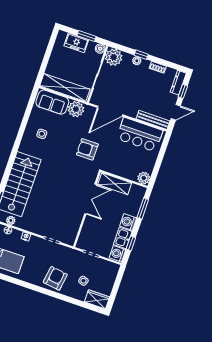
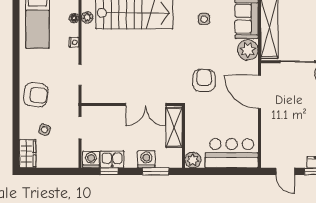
bench: (153, 120) -> (267, 147), removed
bar counter: (140, 135) -> (232, 153), moved, turned 90
washing machine: (128, 222) -> (146, 159), moved

